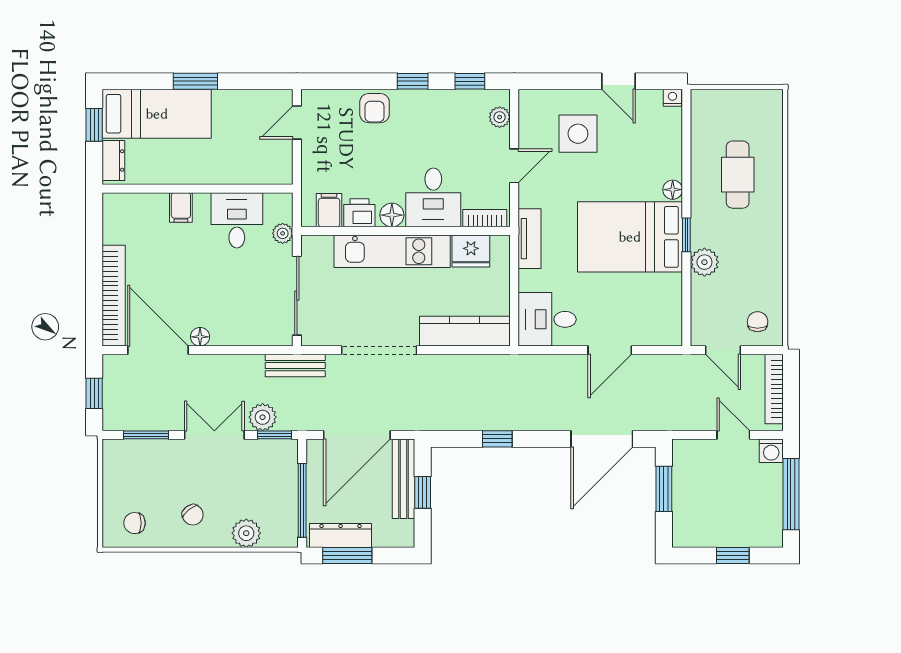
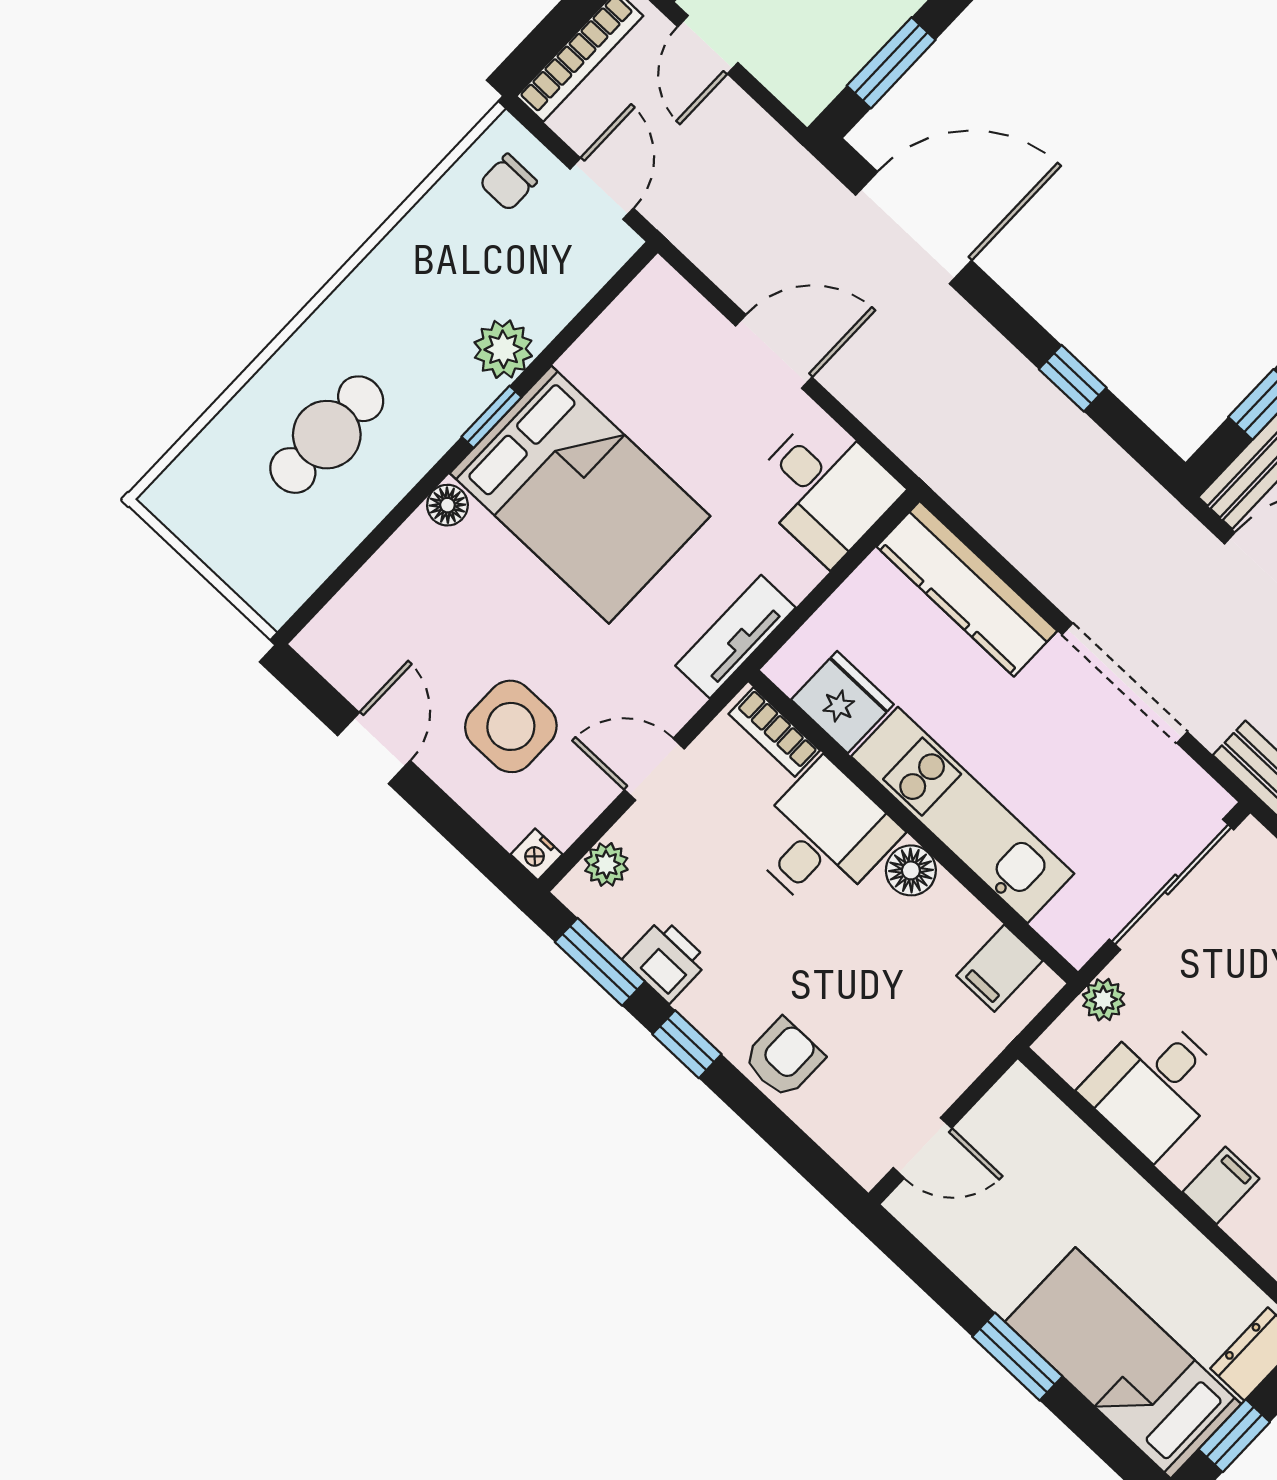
window: (470, 81) -> (600, 962), width x1.50
nightstand: (672, 98) -> (536, 854), moved
printer: (359, 213) -> (666, 960), moved, turned 180

